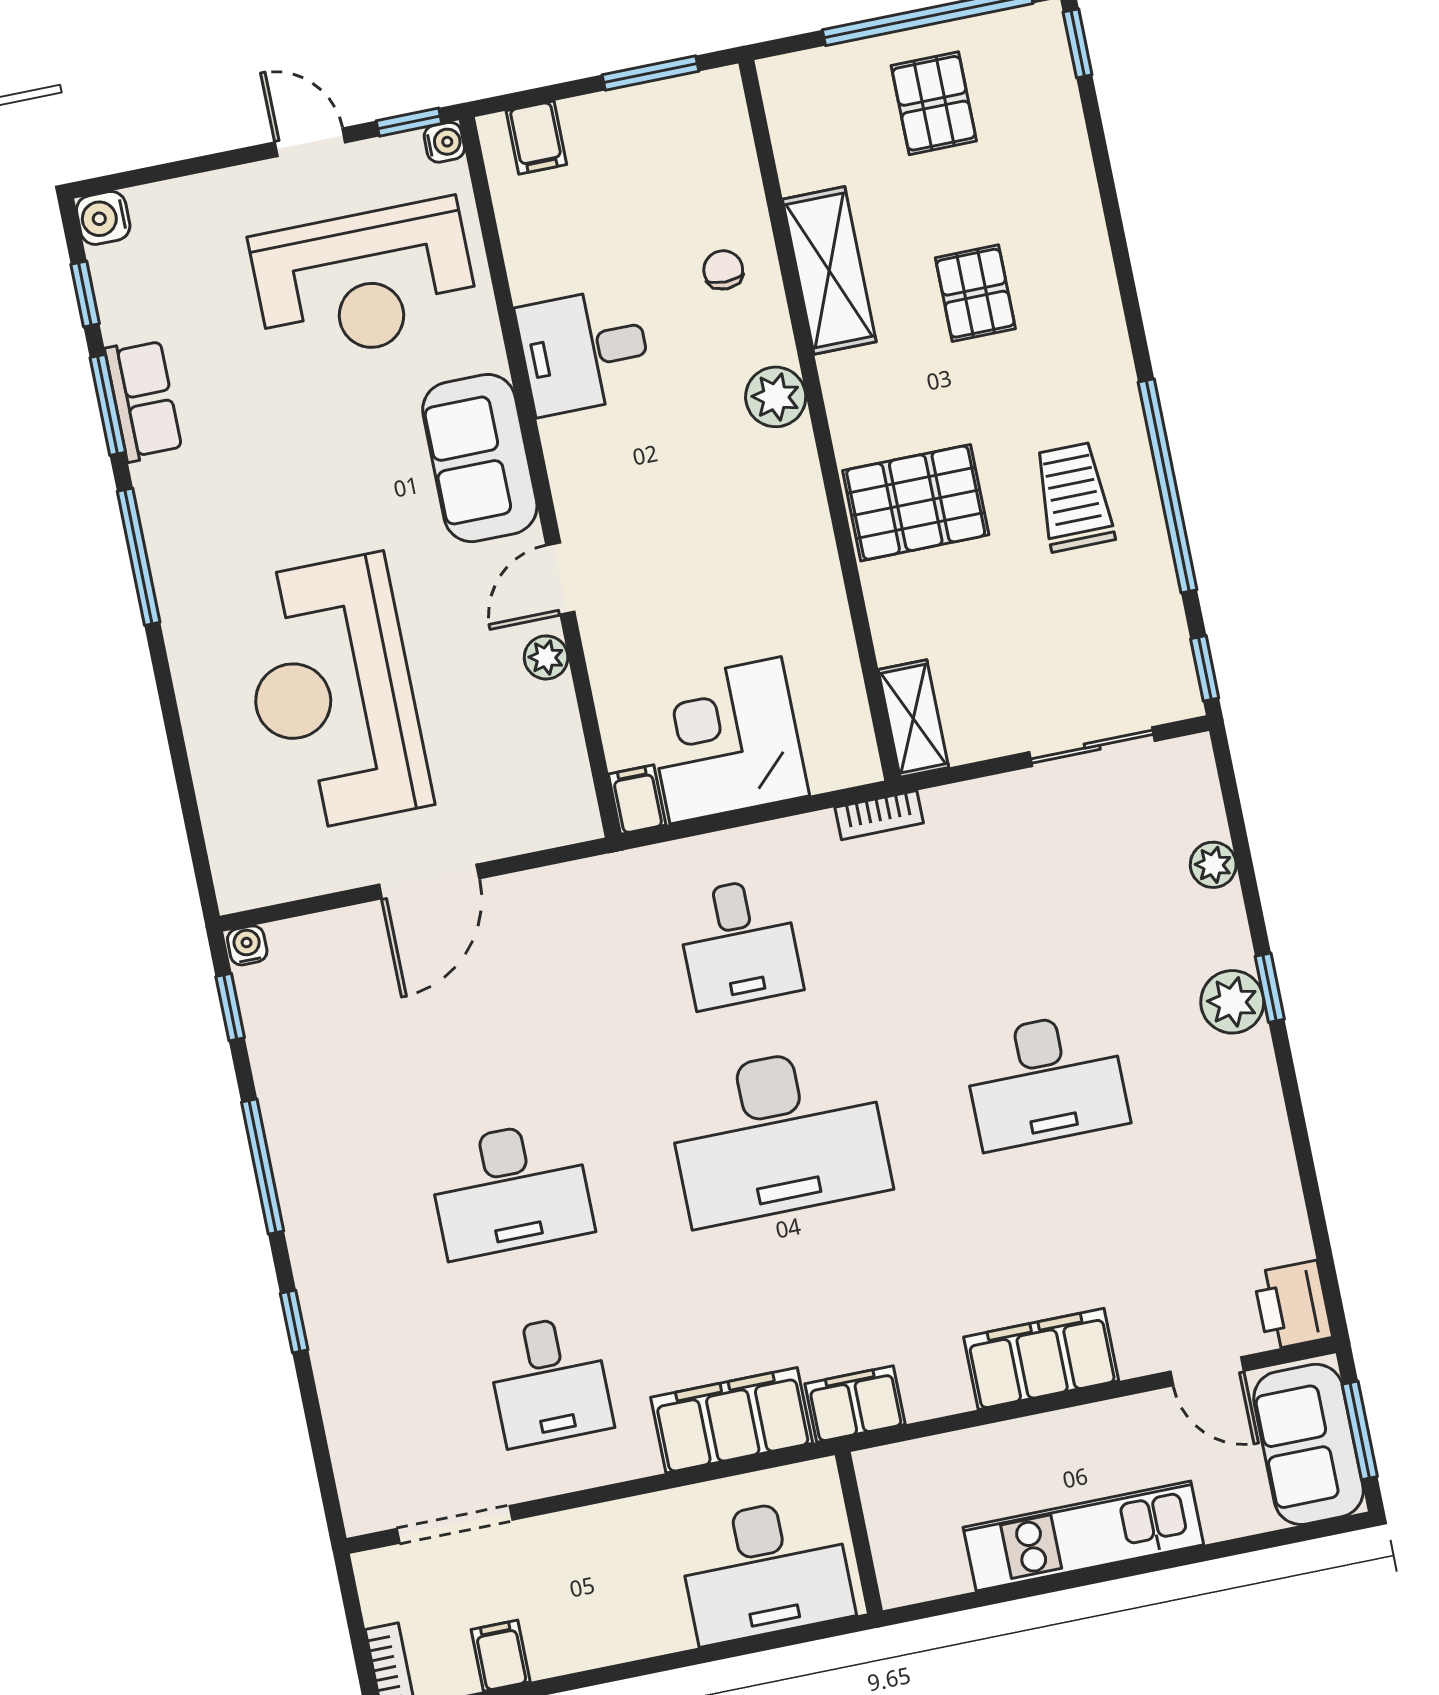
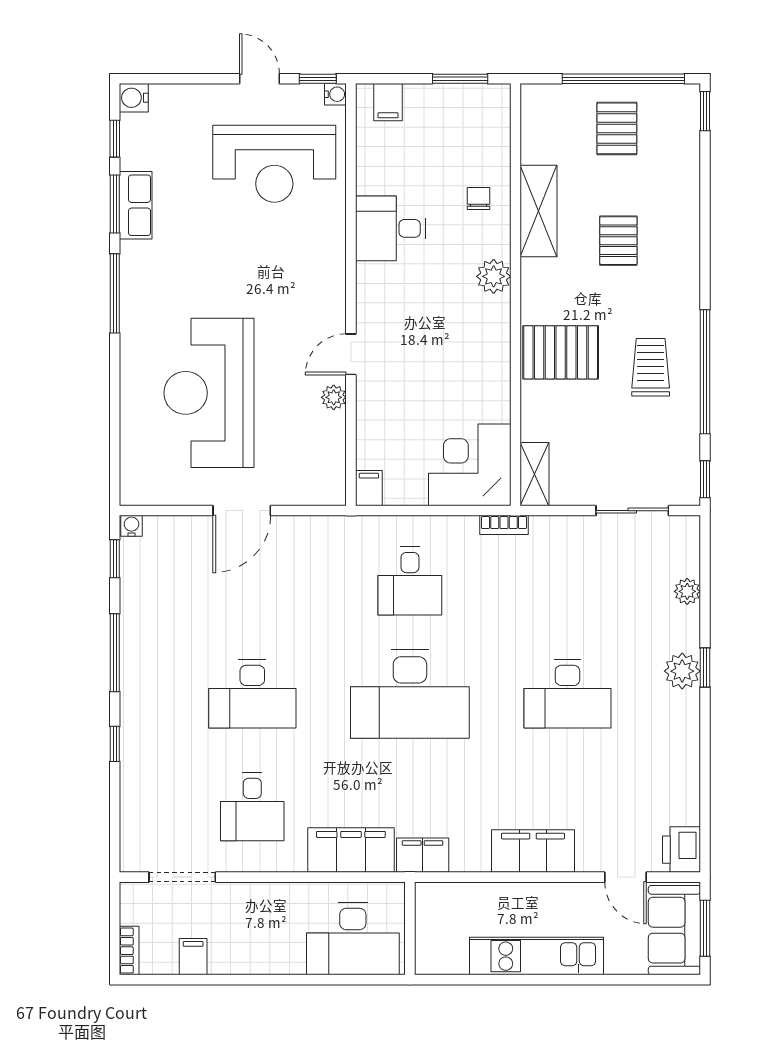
sofa: (480, 458) -> (319, 277), removed
corner desk: (726, 740) -> (470, 465), moved

